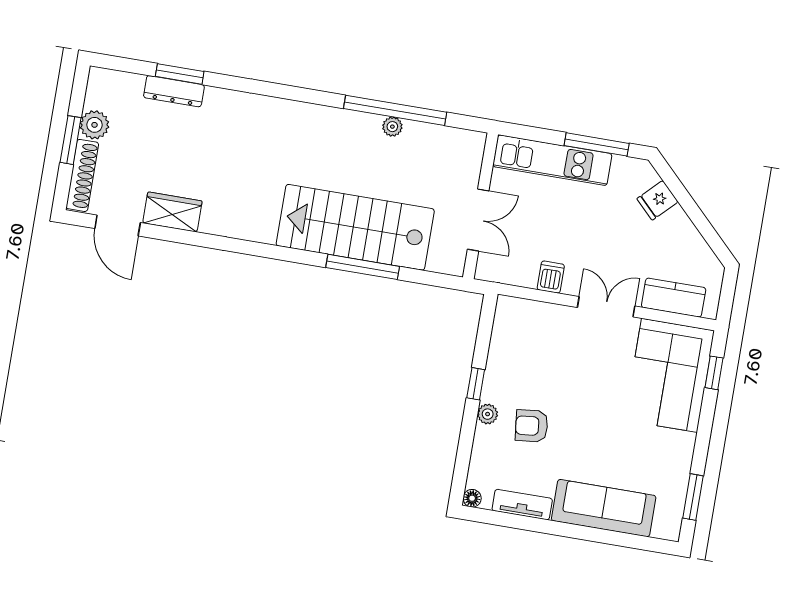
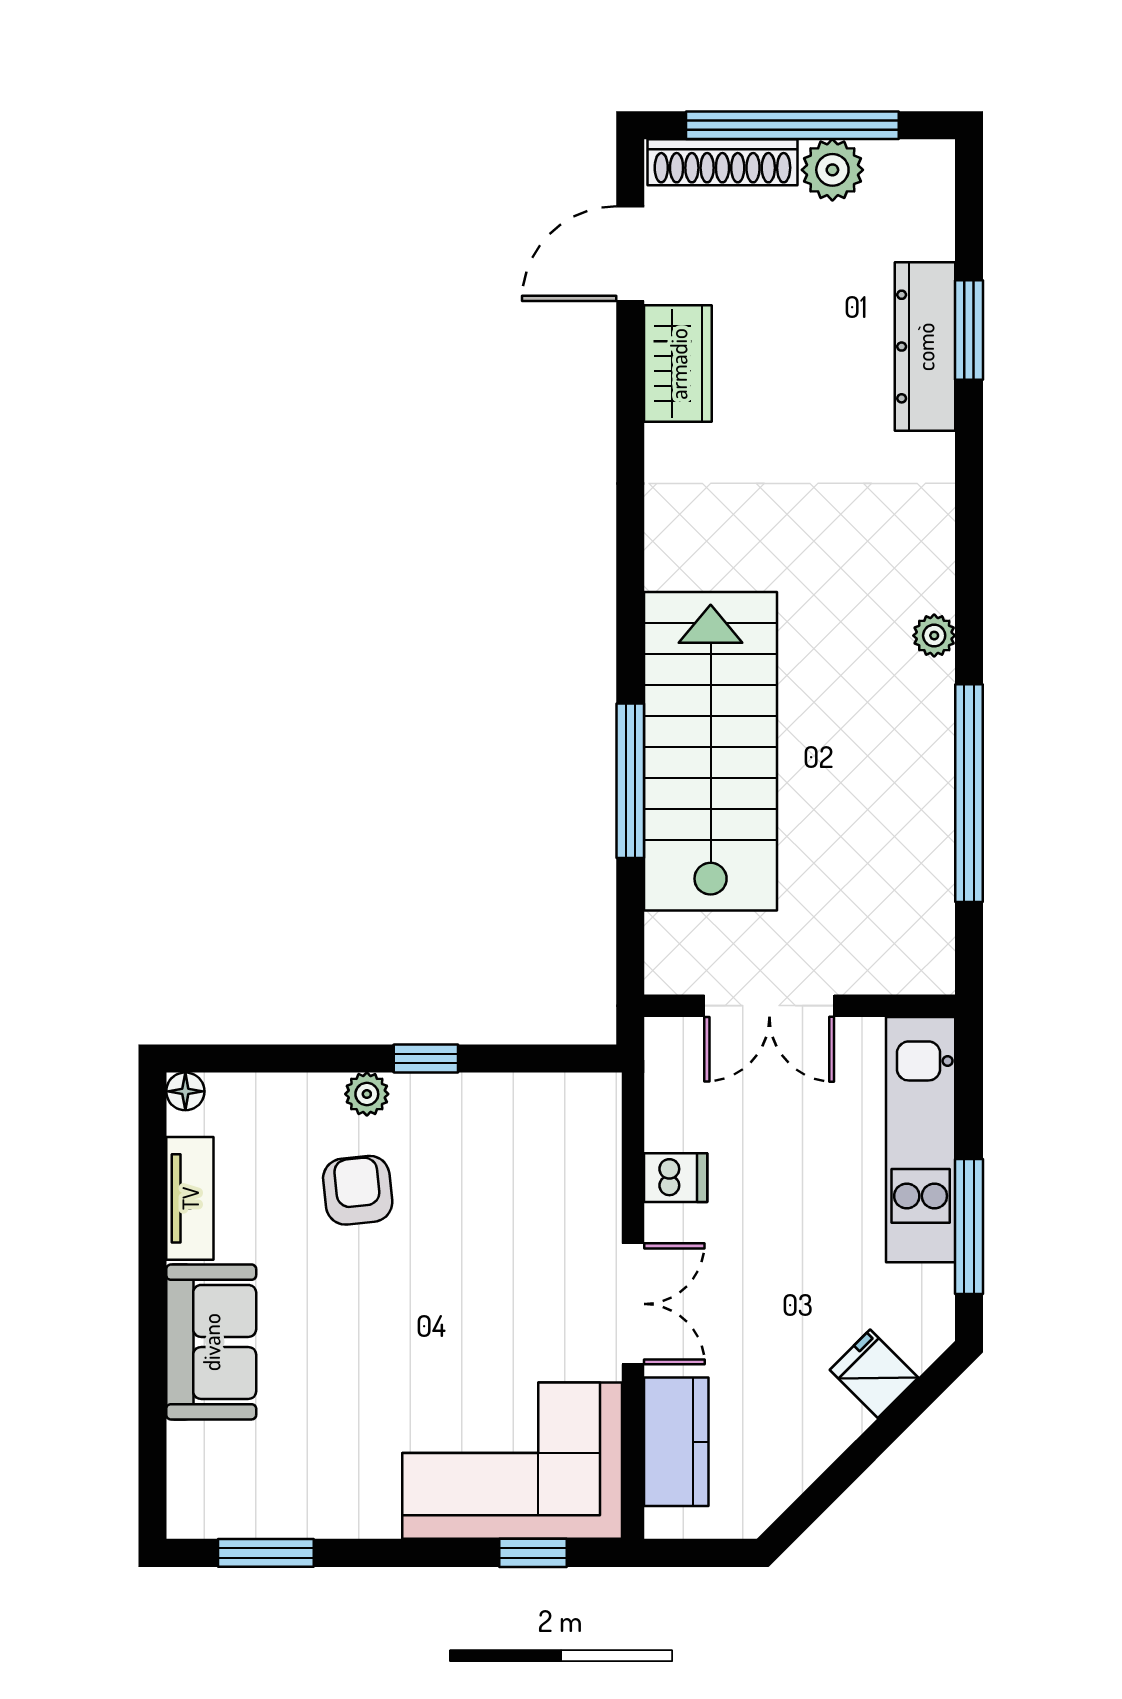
dresser: (174, 91) -> (925, 347), width x1.37, depth x1.24
plant: (392, 127) -> (934, 636), moved
window: (71, 140) -> (792, 125), width x2.11
sofa: (604, 508) -> (211, 1342), width x0.73

